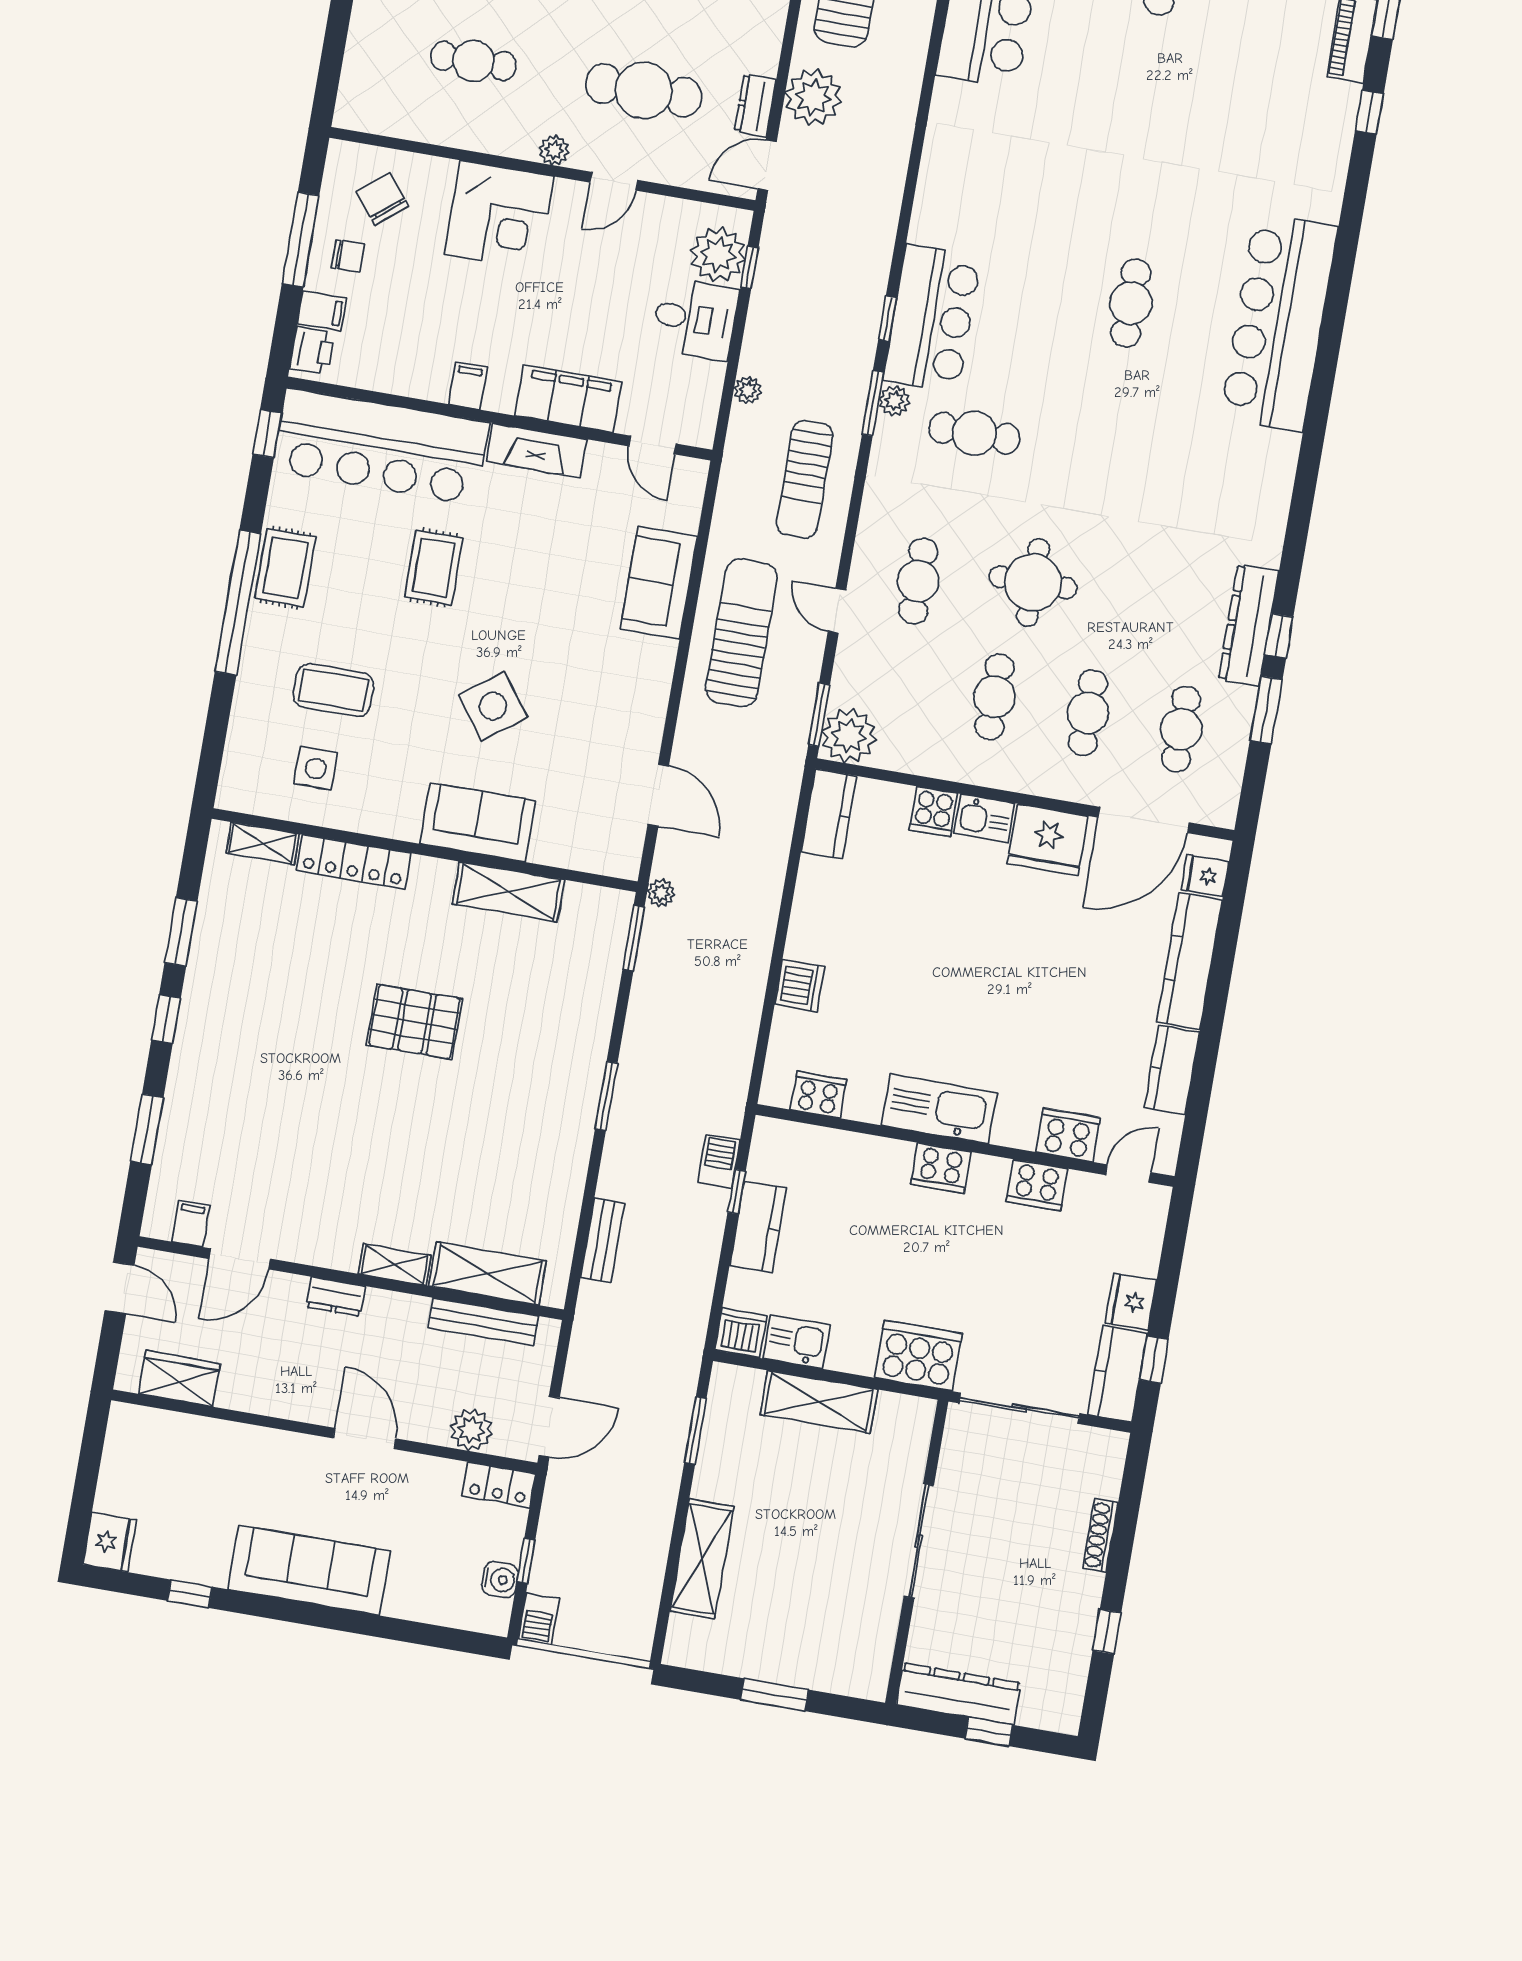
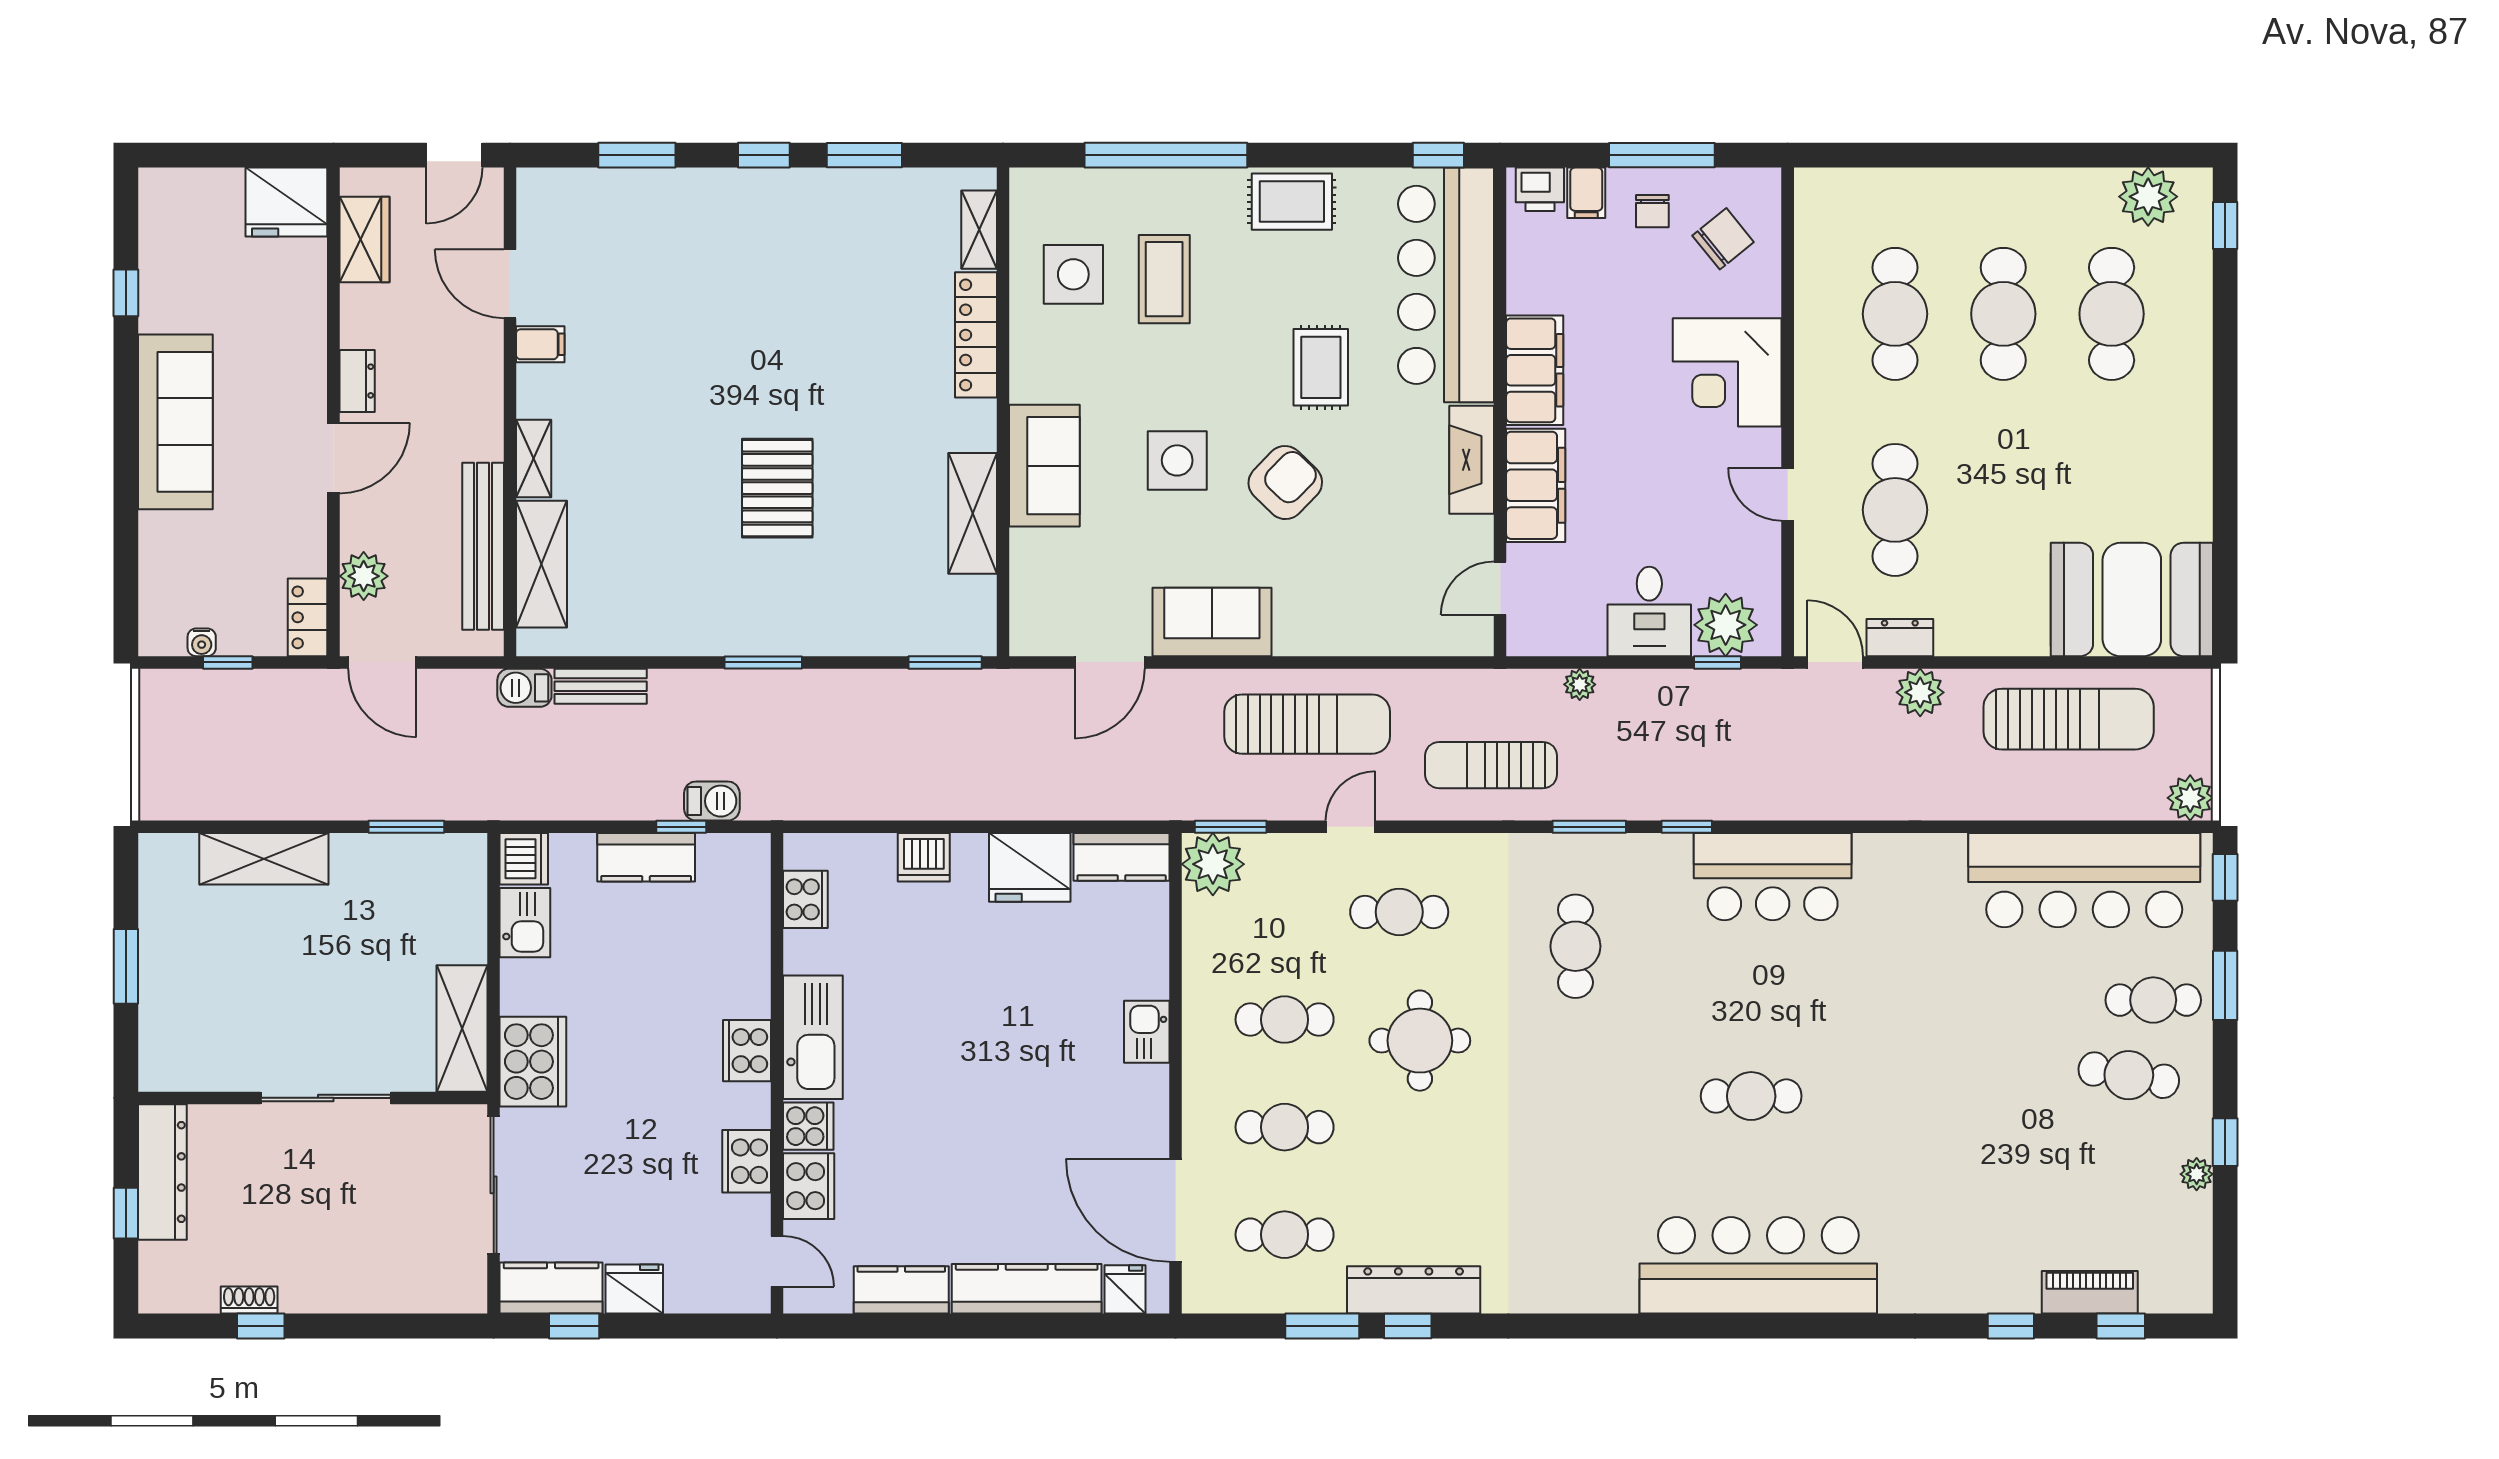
cafe table: (473, 61) -> (1895, 314), width x1.37, depth x1.35
plant: (813, 97) -> (1920, 692), width x0.73, depth x0.73
plant: (554, 150) -> (1811, 421), removed
bar counter: (932, 318) -> (1773, 877), moved
filing cabinet: (468, 386) -> (1535, 370), width x3.00, depth x1.17
plant: (894, 401) -> (1596, 850), removed
rug: (434, 567) -> (1321, 367), turned 90
sofa: (659, 583) -> (1212, 622), moved
window: (238, 603) -> (1166, 155), moved
armchair: (528, 616) -> (1285, 483), added
side table: (493, 706) -> (1177, 460), turned 37
side table: (316, 768) -> (1073, 274), width x1.37, depth x1.37
cooker: (934, 812) -> (808, 1126), moved, turned 180
fridge: (1048, 840) -> (1030, 867), moved, turned -90
plant: (661, 893) -> (1001, 684), removed
pallet: (415, 1022) -> (777, 488), moved
filing cabinet: (191, 1223) -> (540, 344), moved
dresser: (336, 1297) -> (357, 381), moved, turned 180
bench: (483, 1322) -> (483, 546), width x1.37, depth x1.21
shelving: (819, 1402) -> (462, 1028), moved
shoe rack: (1100, 1536) -> (249, 1300), moved, width x0.70
fridge: (110, 1542) -> (286, 202), moved, width x1.36, depth x1.34
water cooler: (500, 1580) -> (202, 642), width x0.72, depth x0.72
barbecue: (539, 1619) -> (524, 688), moved

